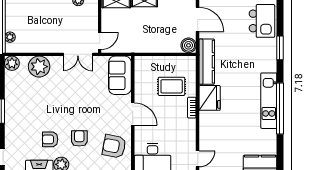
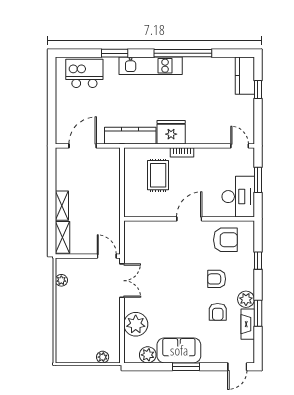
boiler: (189, 45) -> (112, 156), removed
plant: (12, 63) -> (148, 355), moved
sofa: (120, 75) -> (179, 350), moved, turned 180
kitchen unit: (269, 101) -> (151, 66), moved
armchair: (114, 146) -> (225, 240), turned -101

